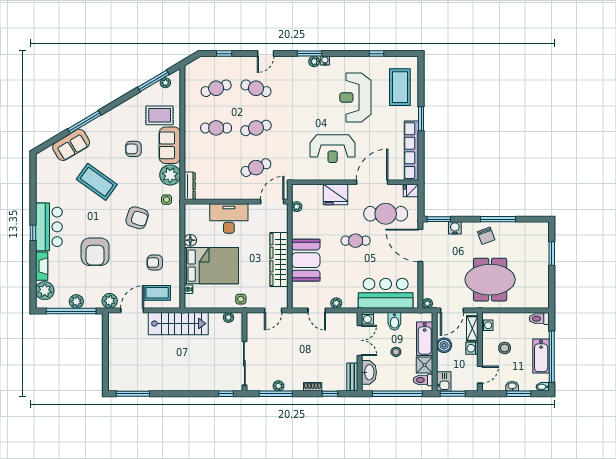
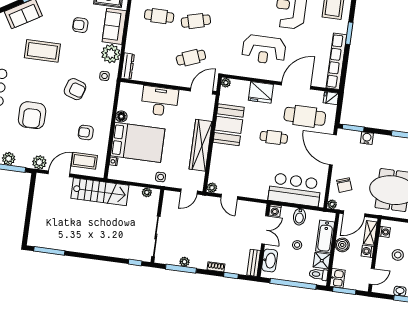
coffee table: (97, 182) -> (42, 51), turned -36
plant: (297, 207) -> (226, 83), moved
chair: (486, 236) -> (344, 185), moved
booth: (306, 260) -> (229, 125), moved
plant: (336, 303) -> (212, 188), moved

